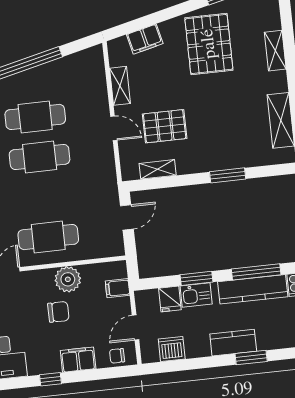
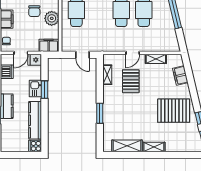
shelving: (275, 51) -> (154, 147), moved
window: (256, 272) -> (45, 123), removed
filing cabinet: (118, 288) -> (49, 45), width x2.00
fridge: (170, 299) -> (35, 60), moved
door: (135, 327) -> (21, 53), swing flipped

